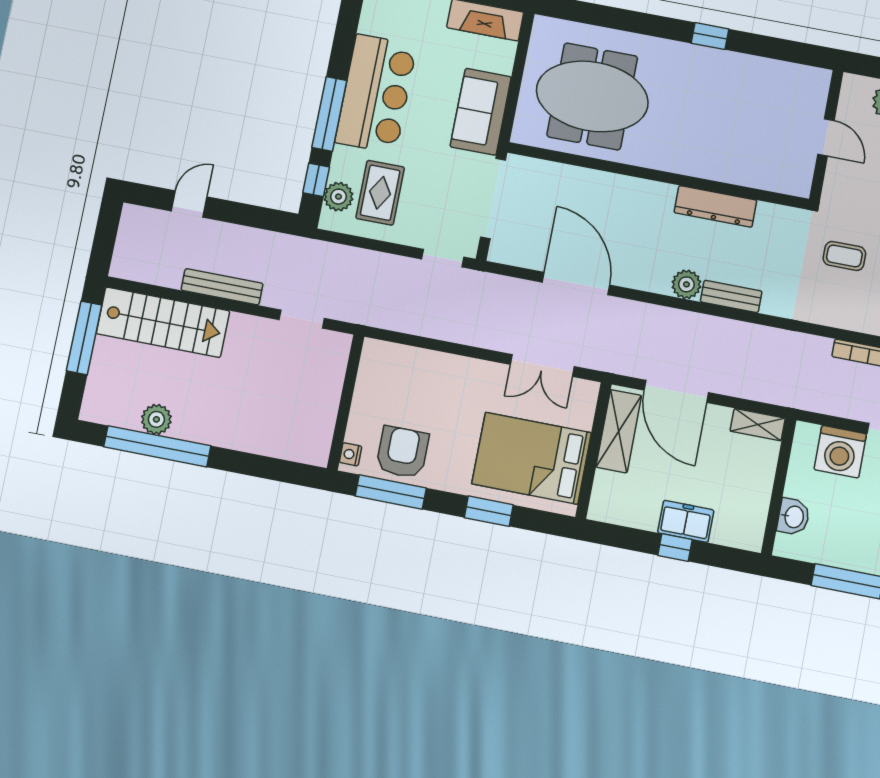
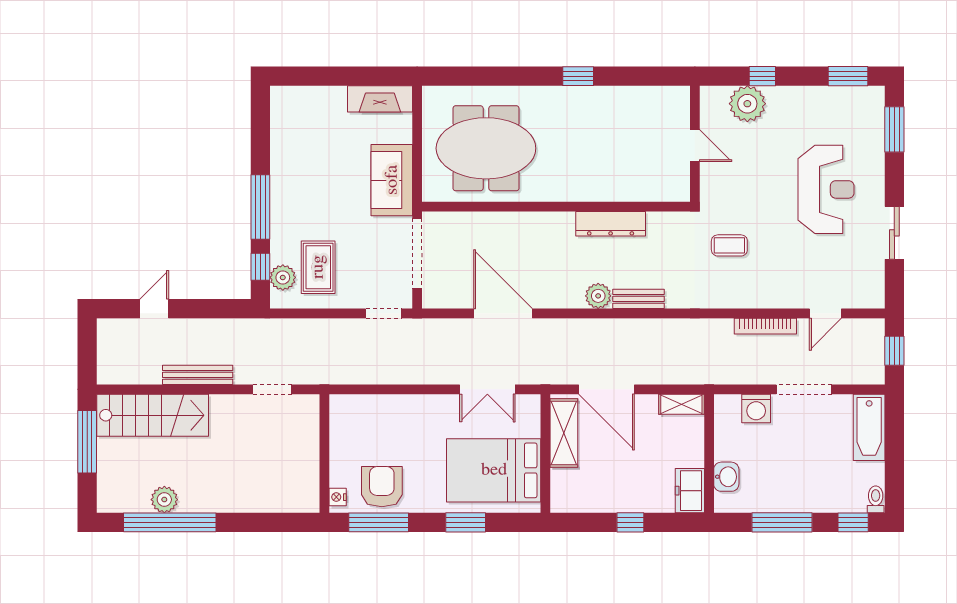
bar counter: (376, 94) -> (297, 182), removed
washing machine: (840, 452) -> (756, 408), width x0.73, depth x0.73
freezer: (686, 521) -> (690, 491), moved, turned -90

